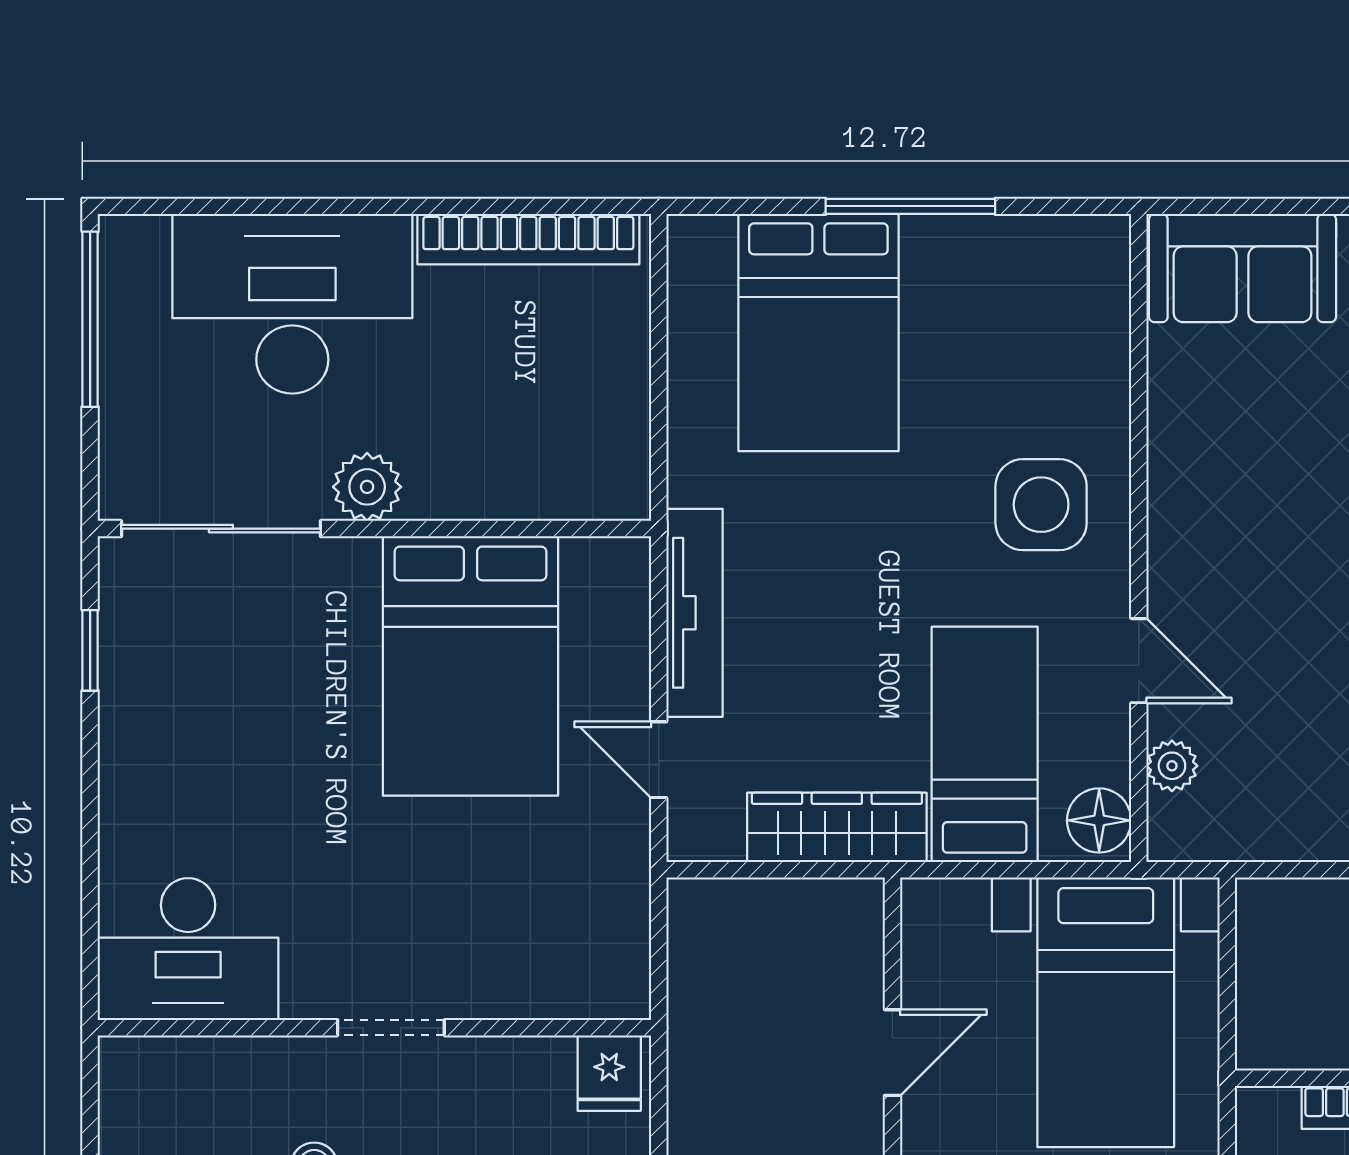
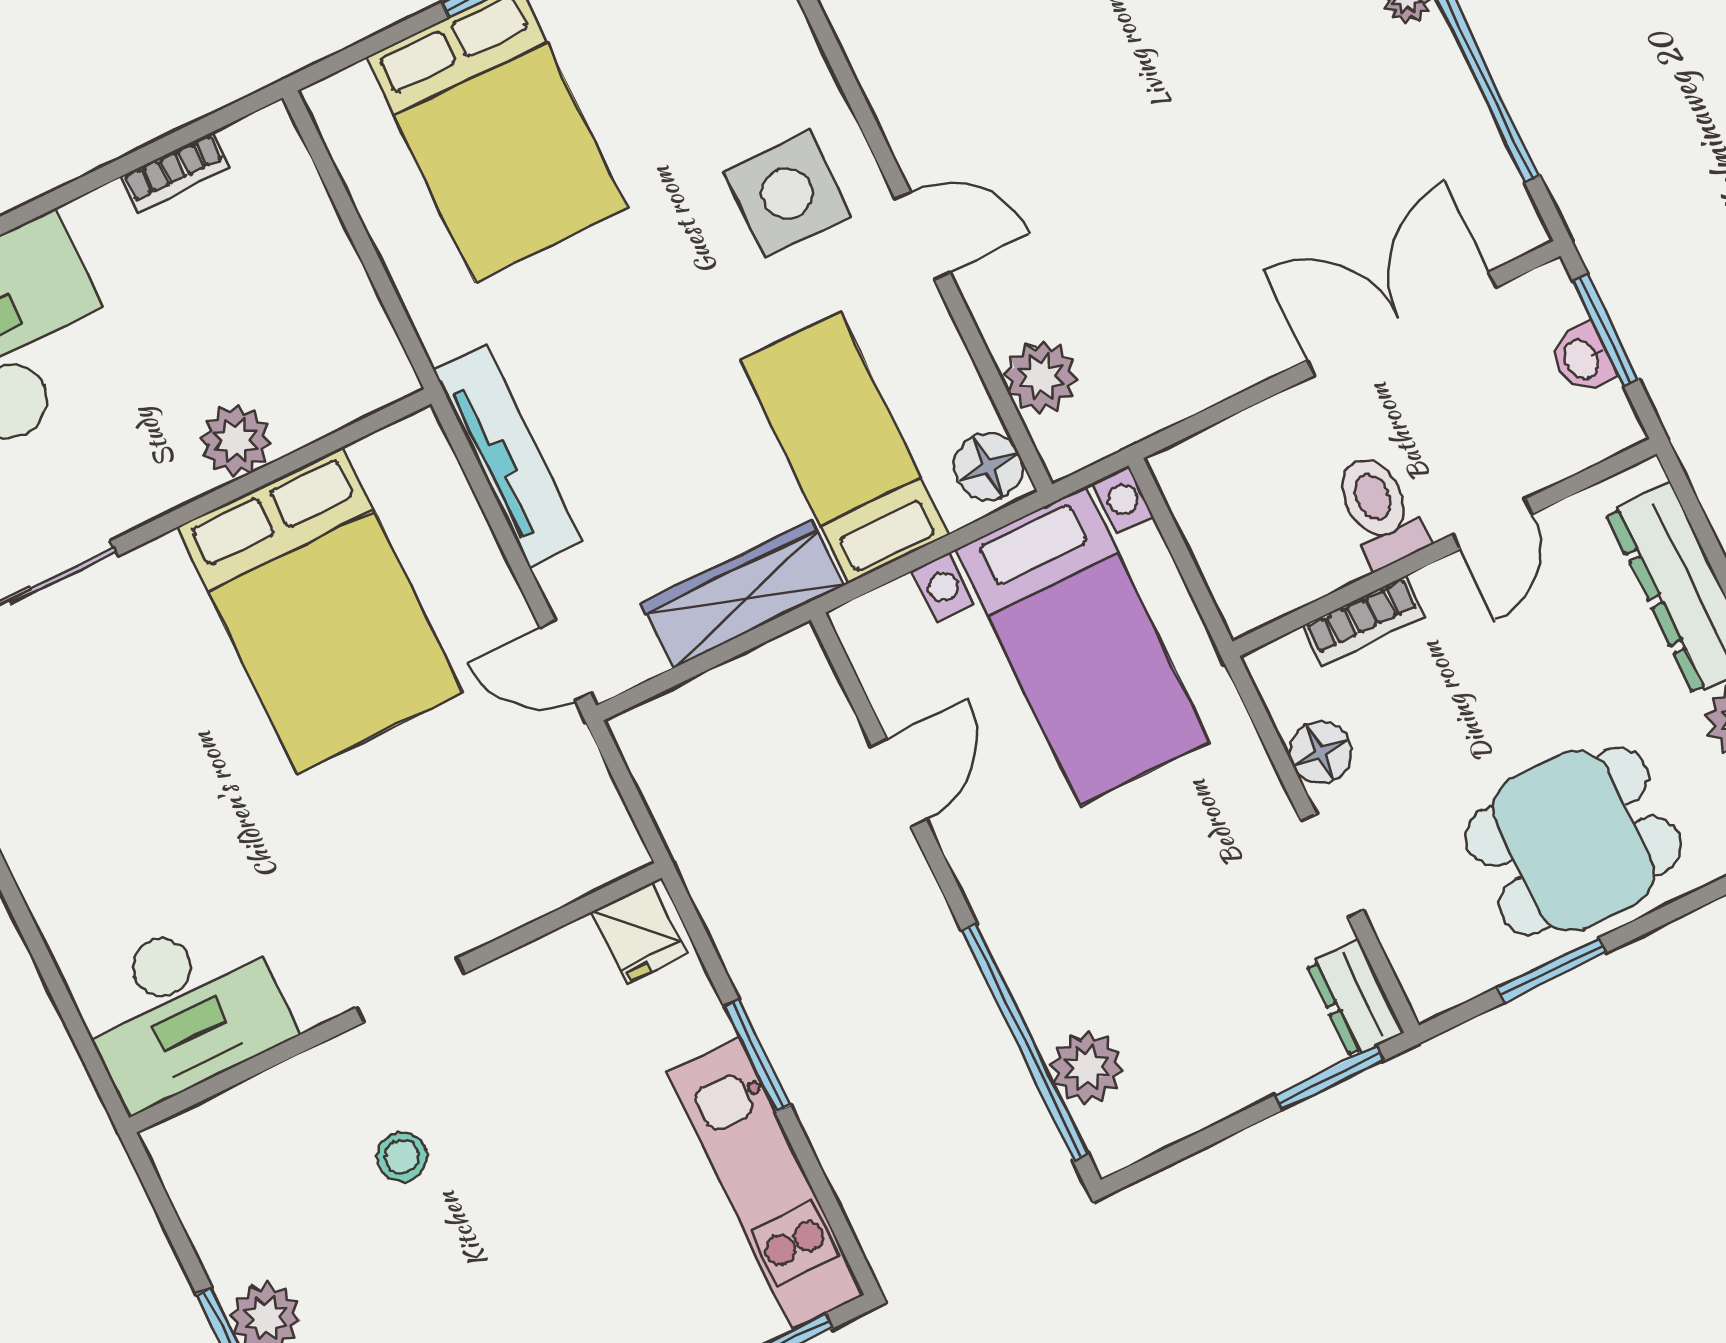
bookcase: (528, 239) -> (175, 172), width x0.43, depth x0.76
plant: (367, 487) -> (236, 441), moved
door: (1139, 661) -> (922, 236), moved
door: (659, 760) -> (565, 660), moved
plant: (1172, 766) -> (1041, 377), width x1.38, depth x1.38

